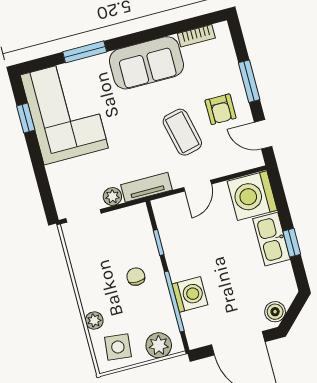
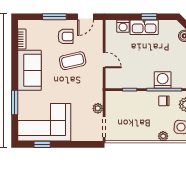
tv unit: (146, 187) -> (98, 88), removed
washing machine: (252, 196) -> (123, 26), width x0.53, depth x0.53
chair: (136, 277) -> (164, 101), moved

